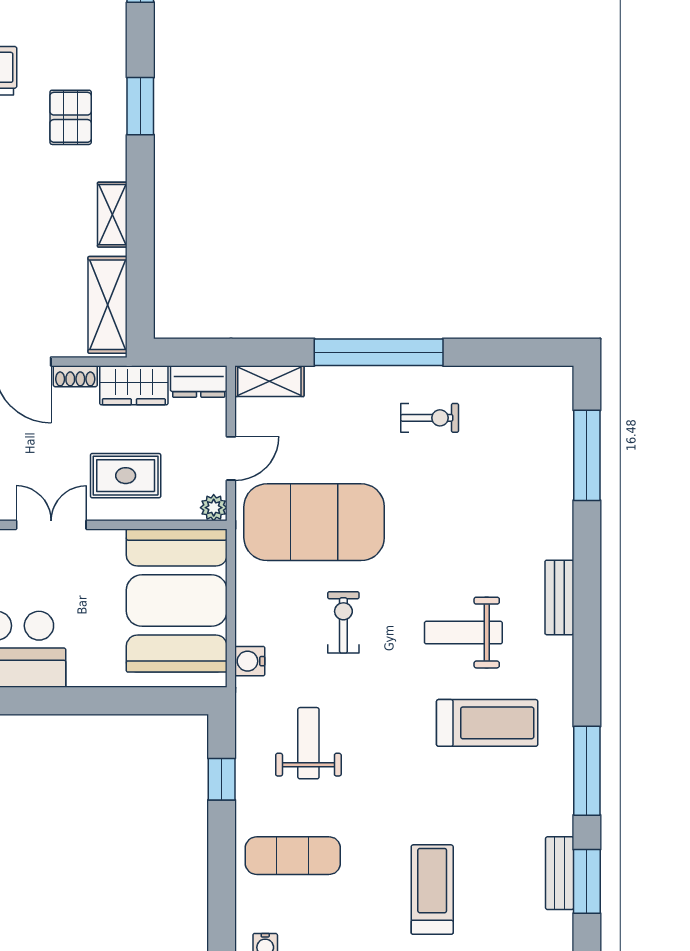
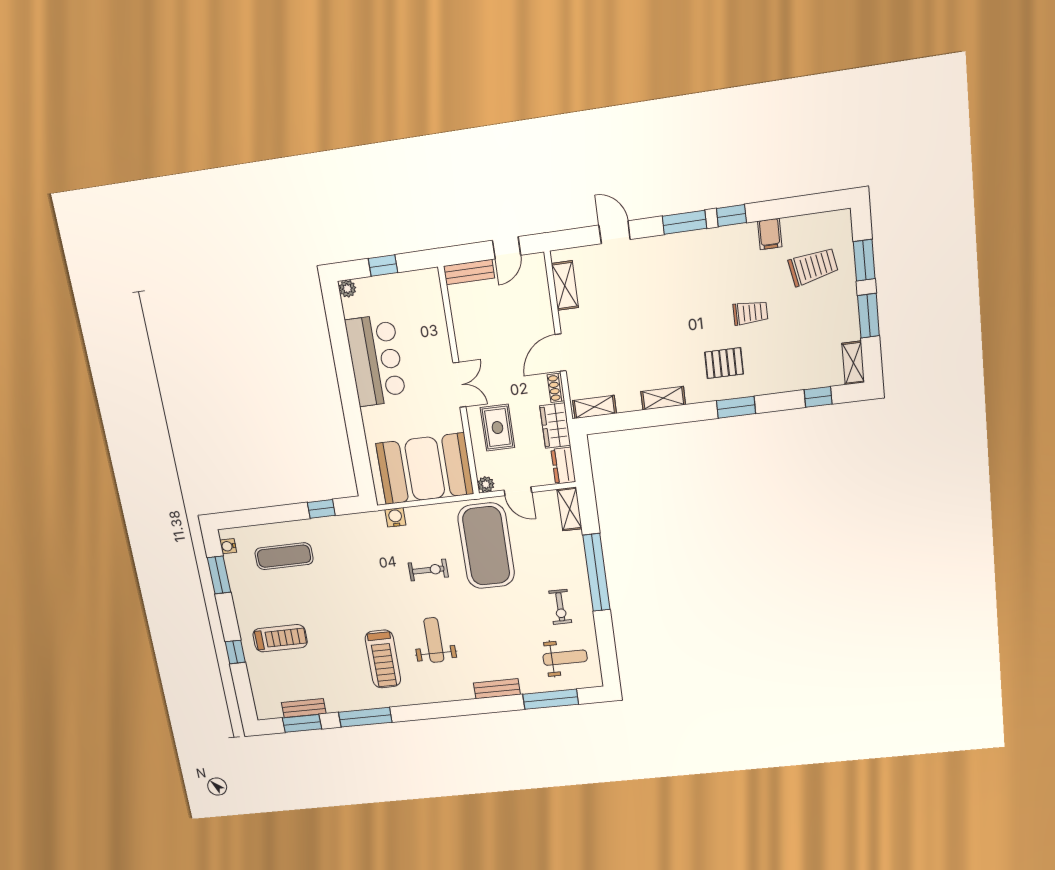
shelving: (108, 305) -> (594, 407), width x0.67, depth x0.75
bench: (559, 597) -> (497, 689), moved
weight bench: (308, 743) -> (565, 658), moved
exercise mat: (293, 856) -> (284, 556), turned 90

